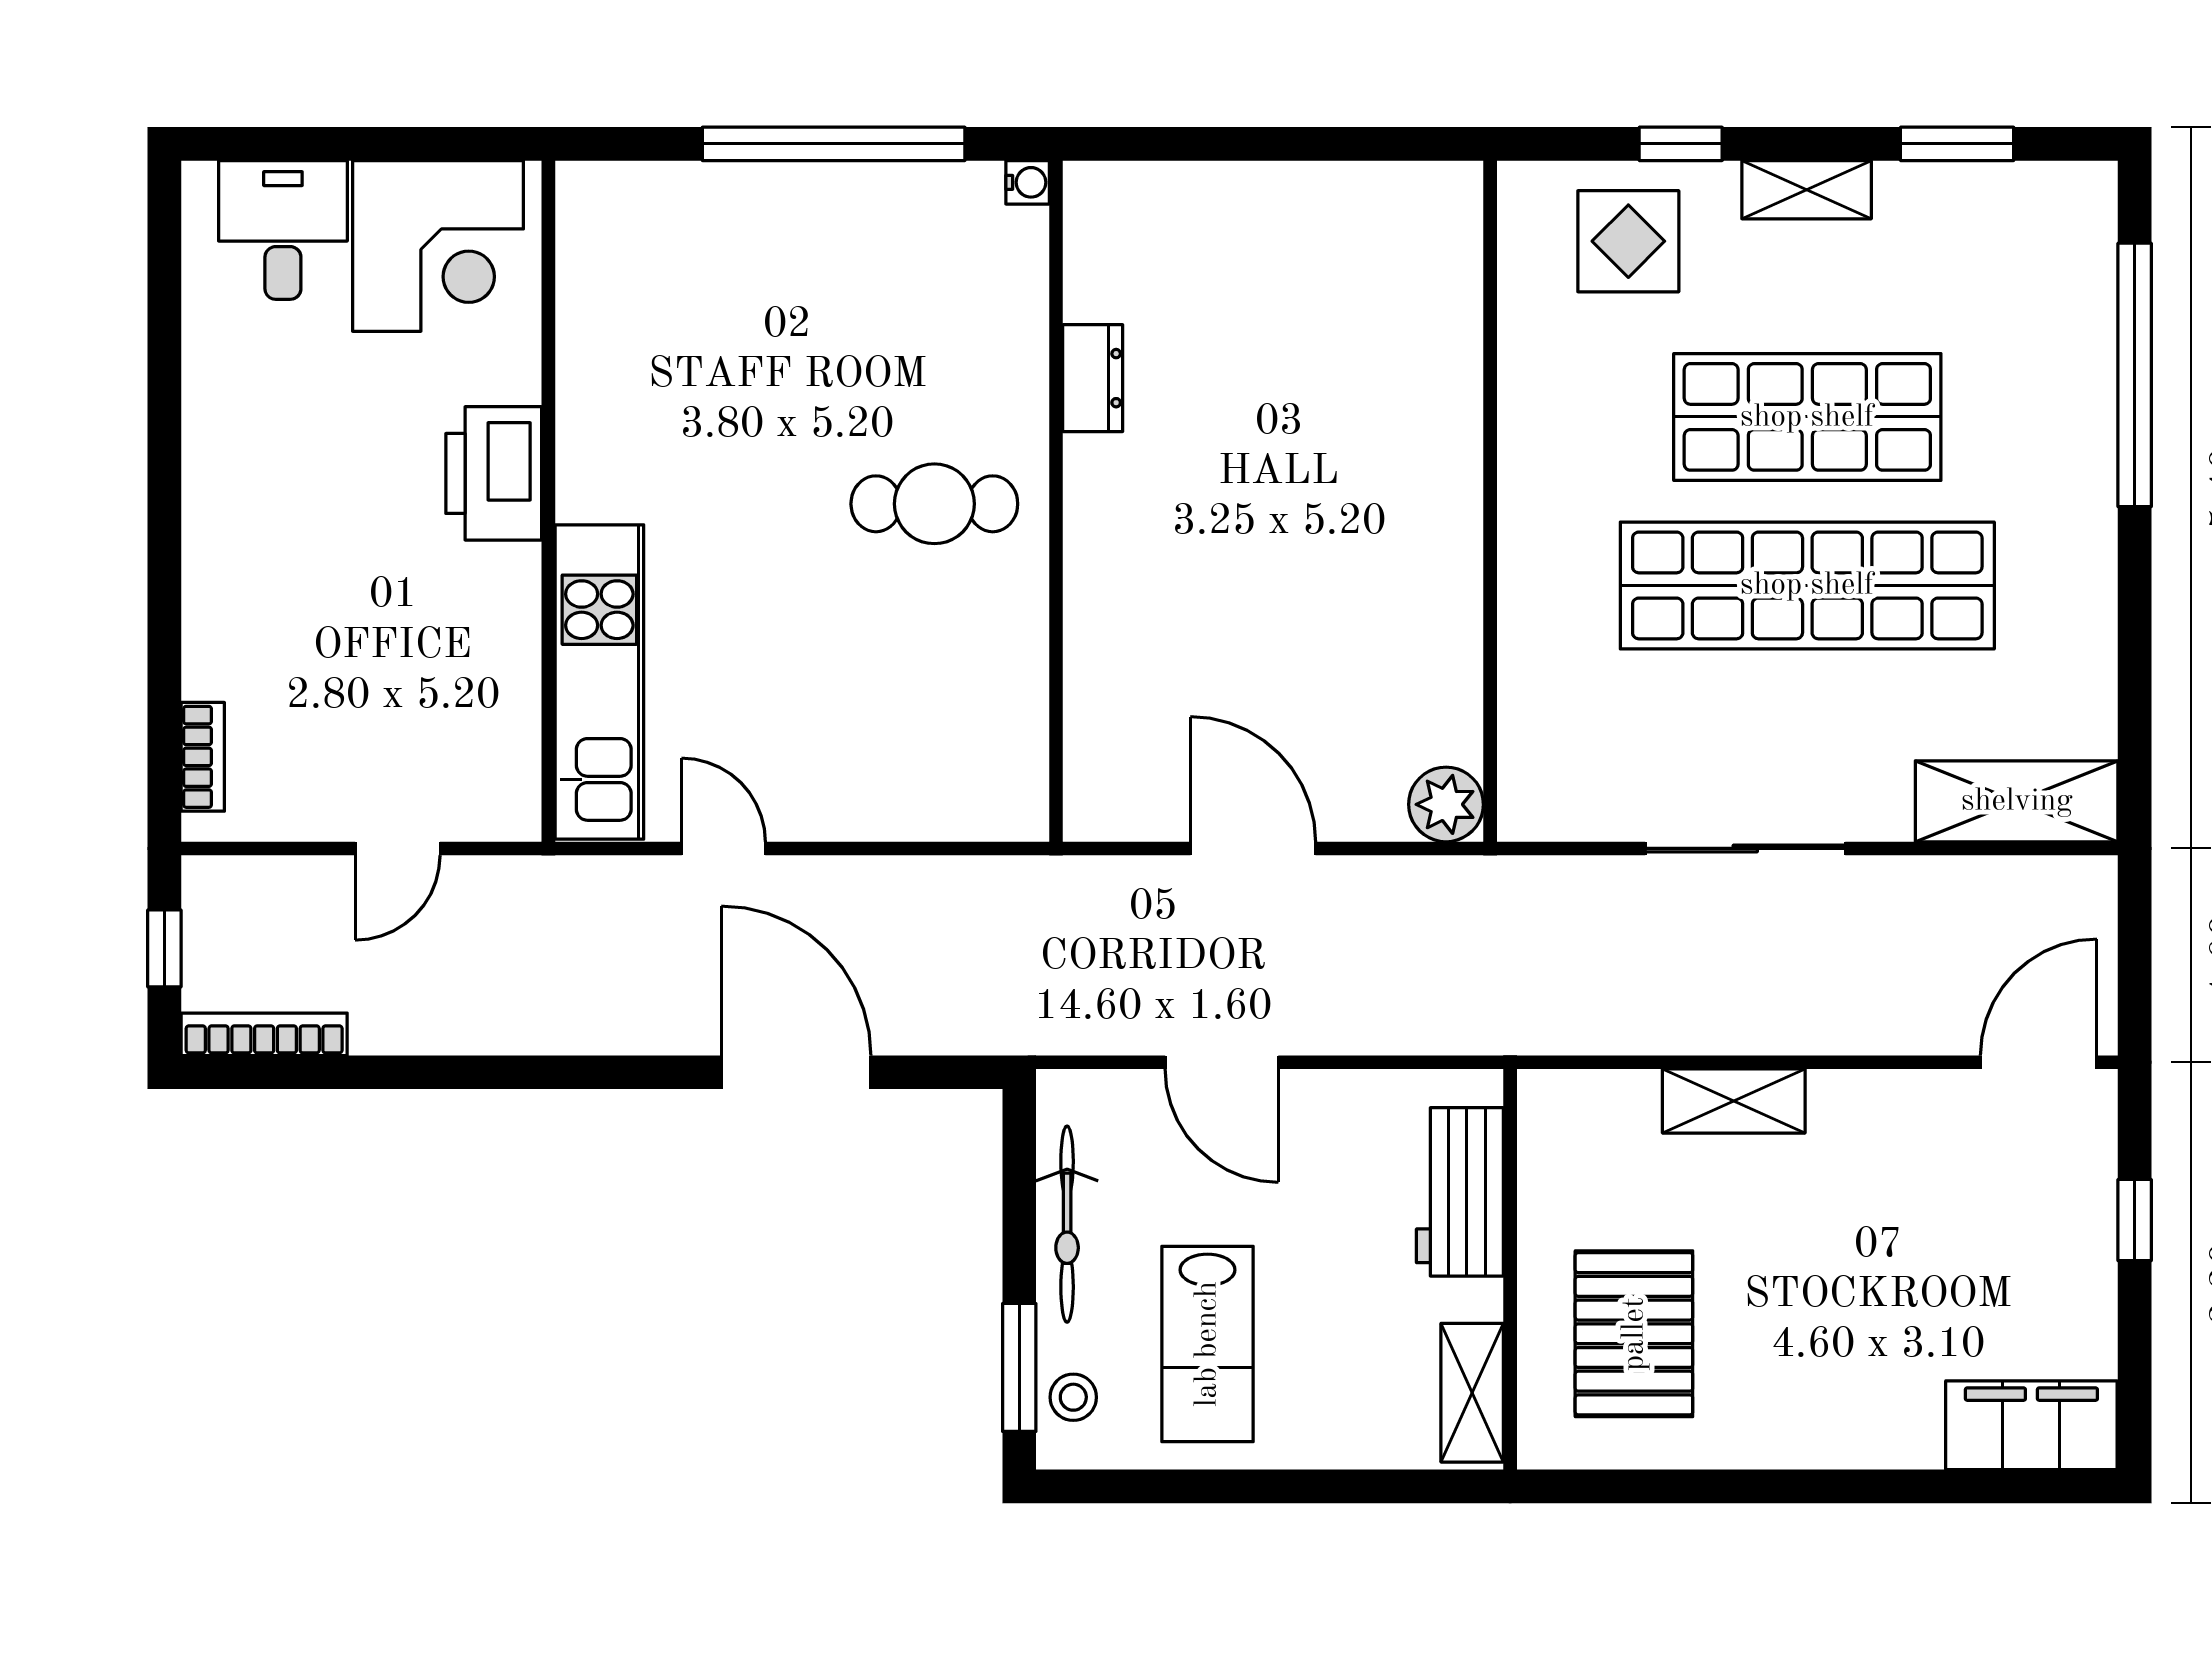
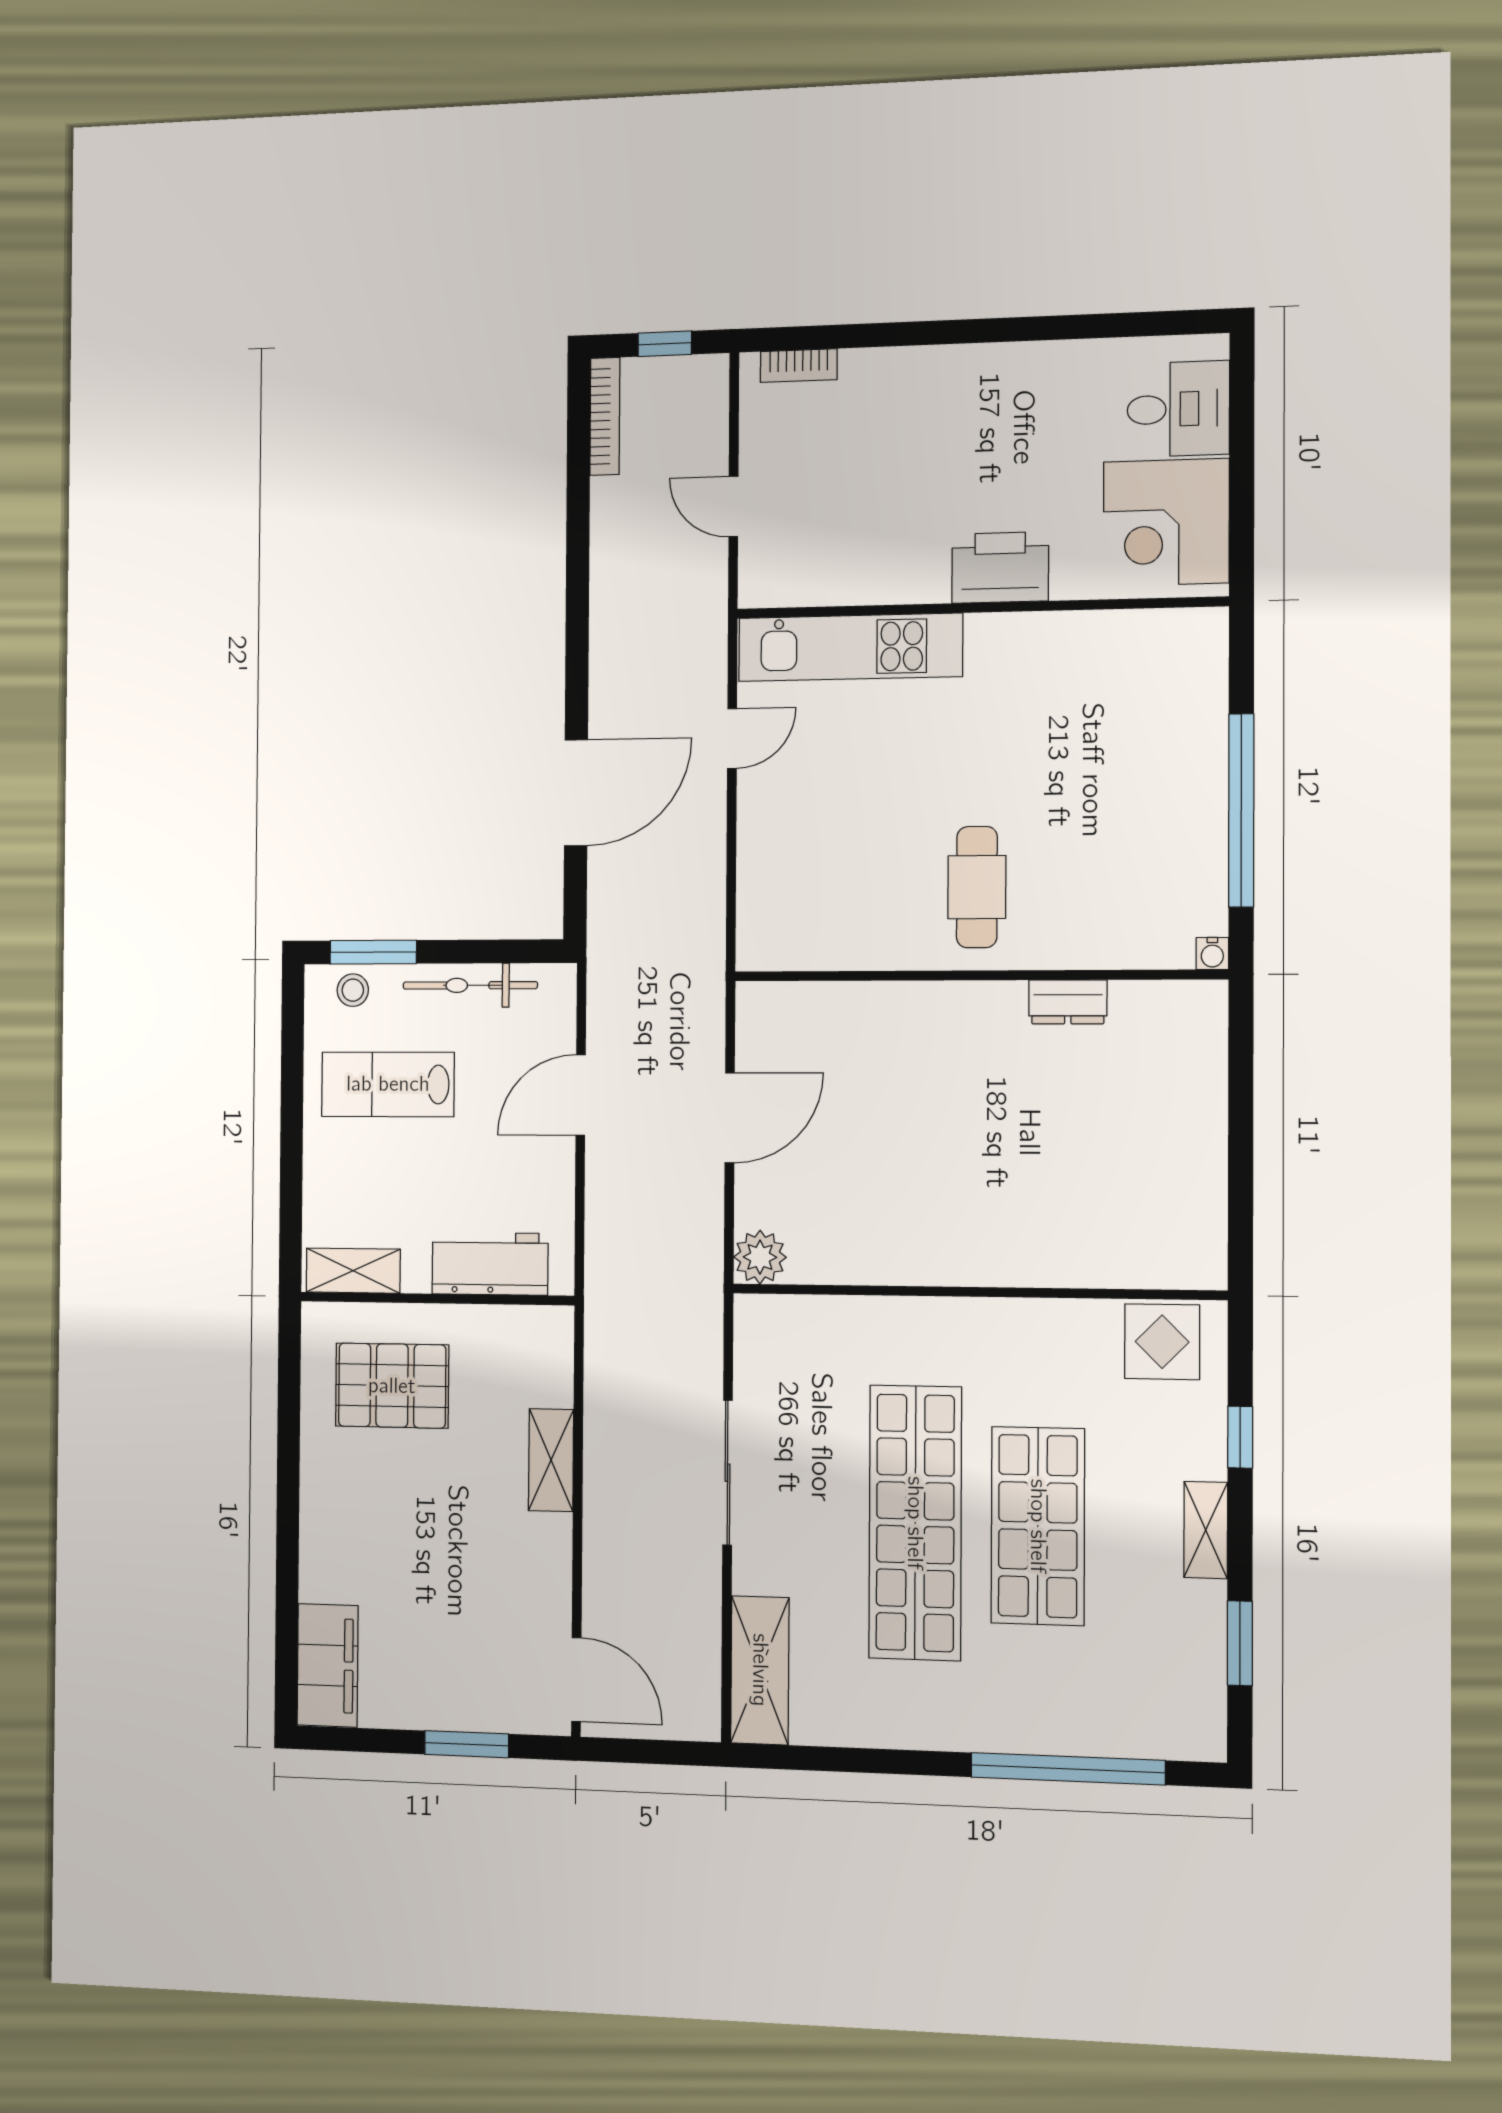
display table: (1628, 241) -> (1162, 1342), moved
window: (2135, 1220) -> (467, 1744), width x1.50

